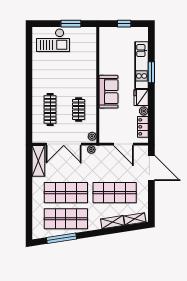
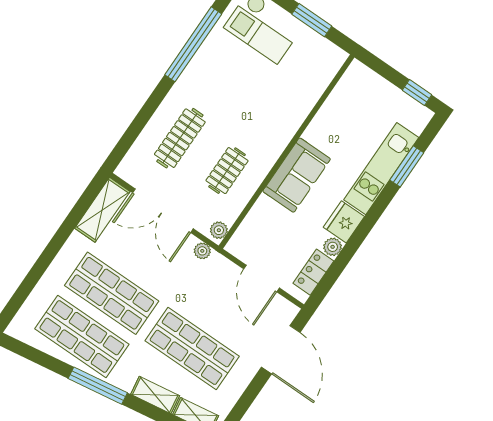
window: (124, 24) -> (417, 92), moved
window: (29, 67) -> (193, 44), added
window: (151, 72) -> (407, 166), moved
window: (61, 238) -> (98, 386), moved

